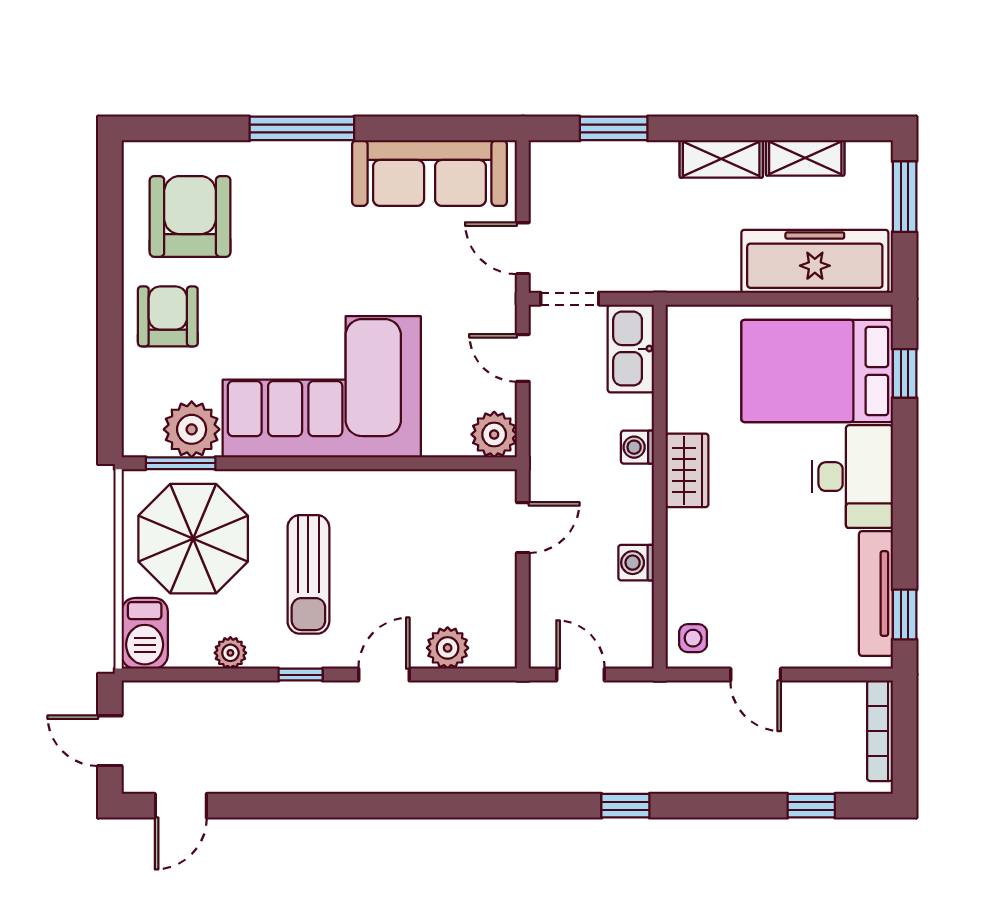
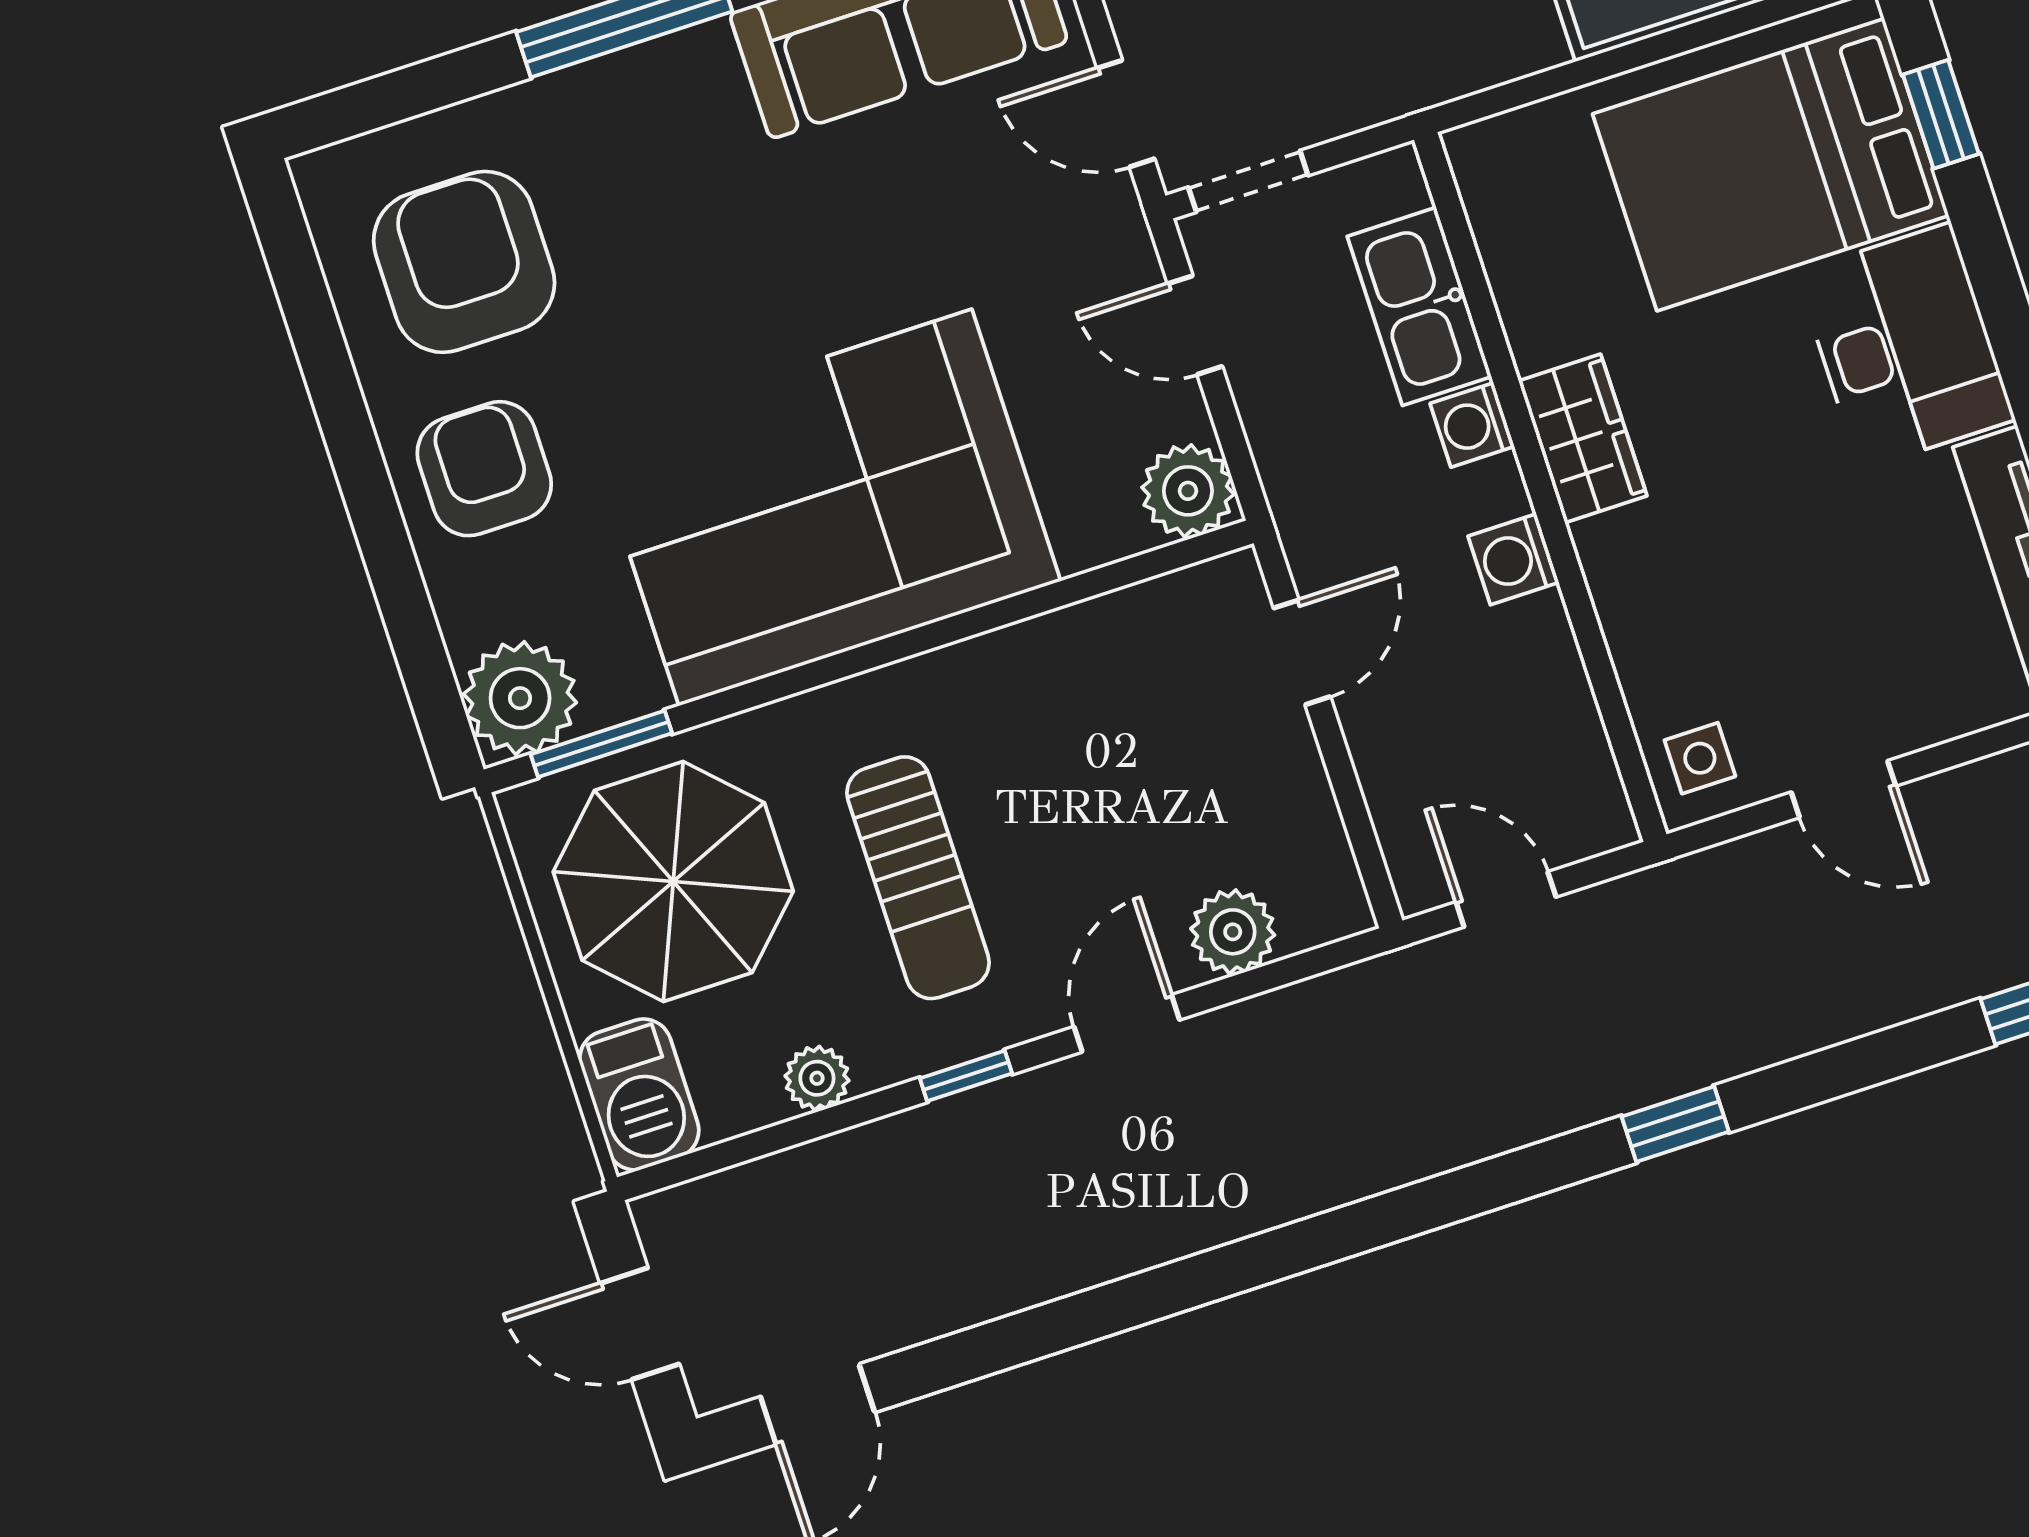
kitchen sink: (631, 349) -> (1419, 306), moved
plant: (192, 429) -> (520, 698), moved
washing machine: (636, 563) -> (1513, 559), moved

